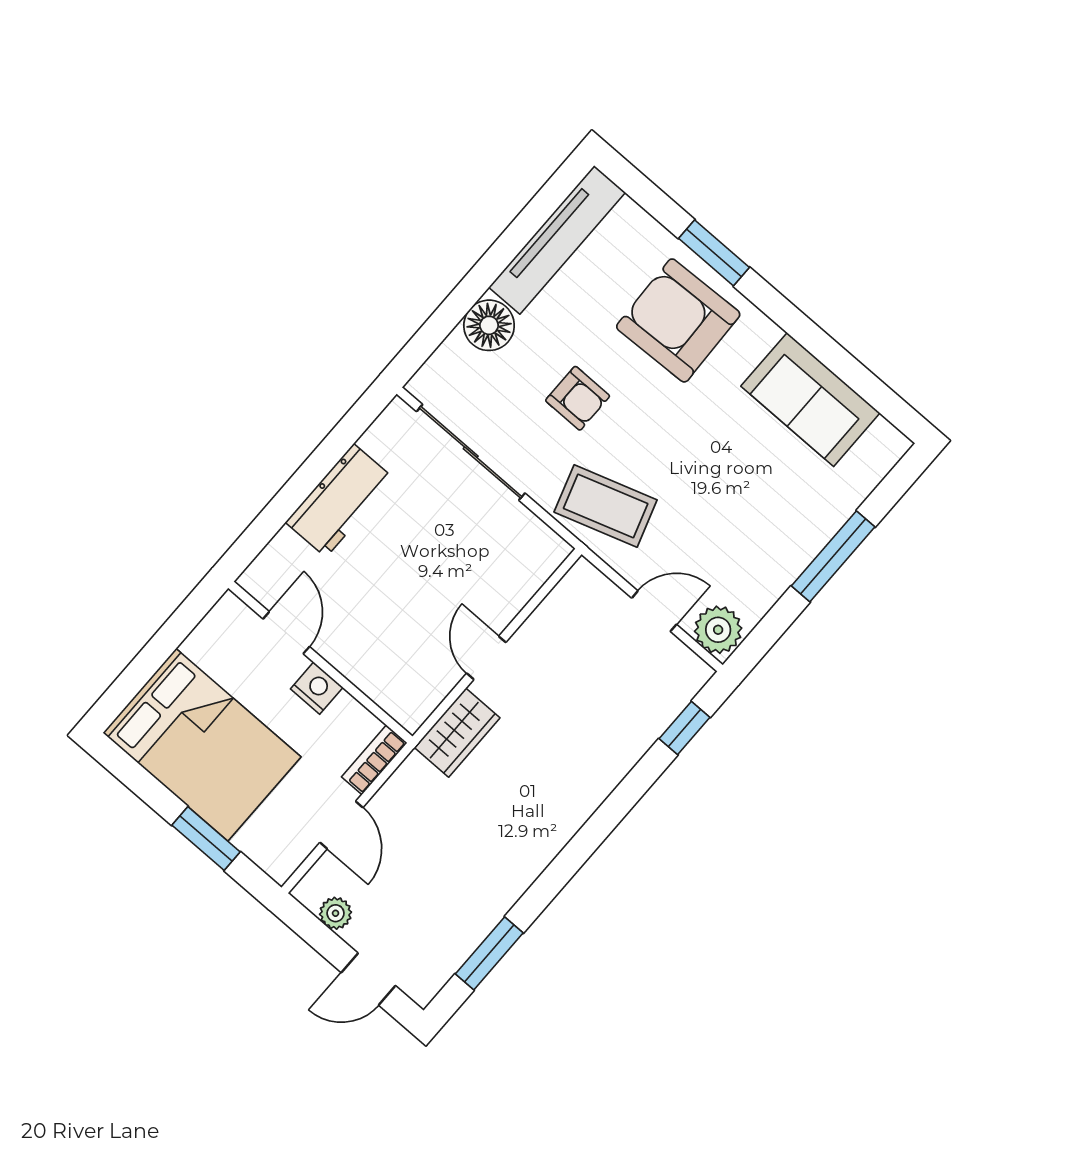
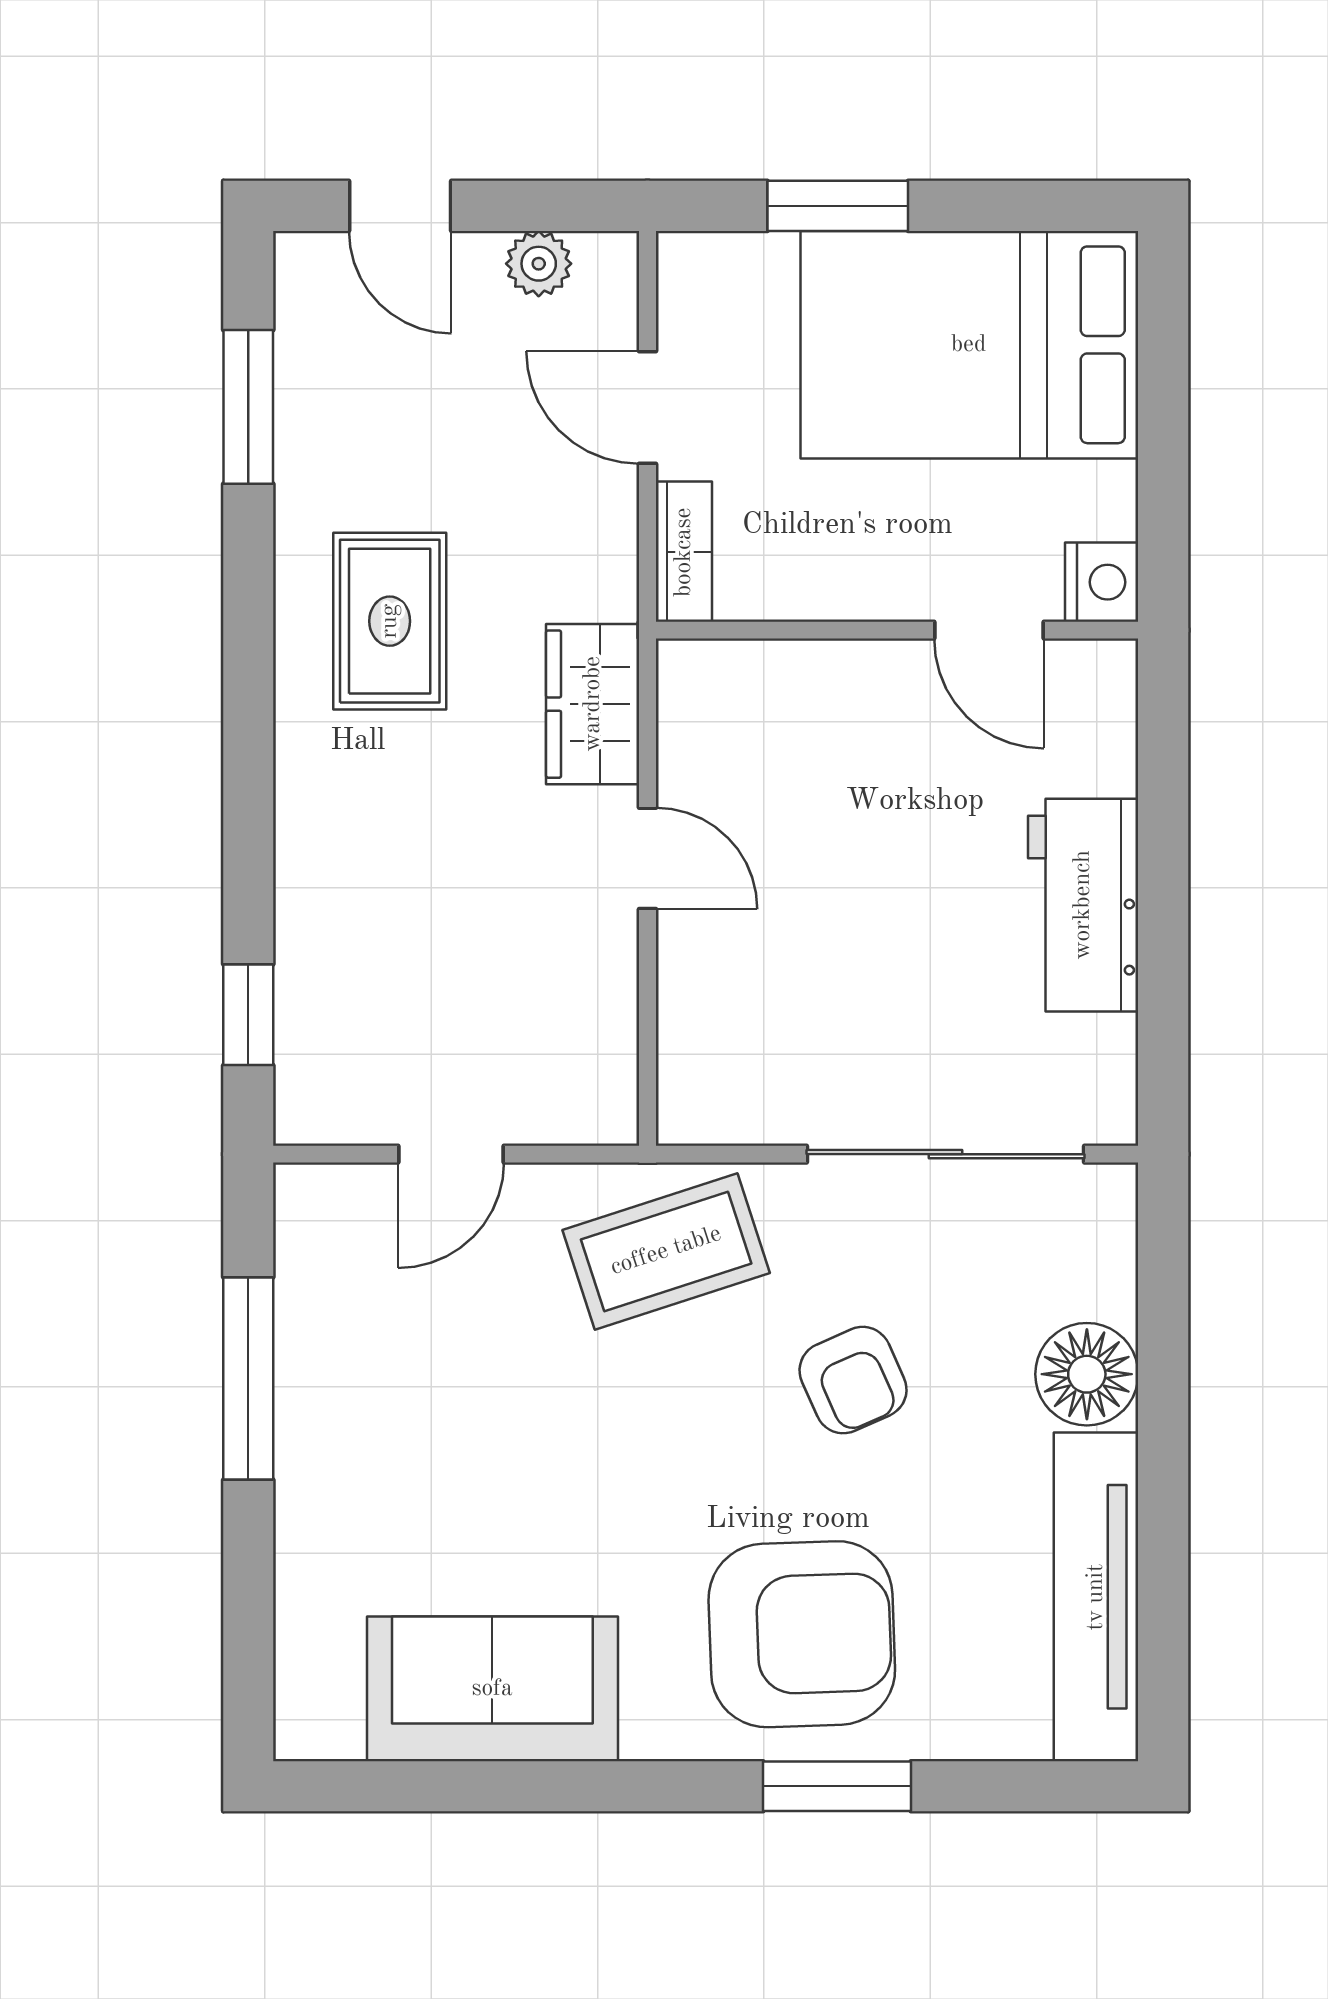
armchair: (578, 398) -> (853, 1380), turned -114
window: (833, 556) -> (248, 1379), moved
plant: (718, 630) -> (328, 1211), removed
nightstand: (317, 688) -> (1102, 582), moved, turned -90
rug: (506, 829) -> (390, 621), added
door: (368, 979) -> (400, 206), swing flipped

